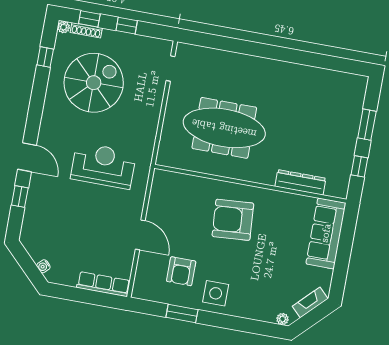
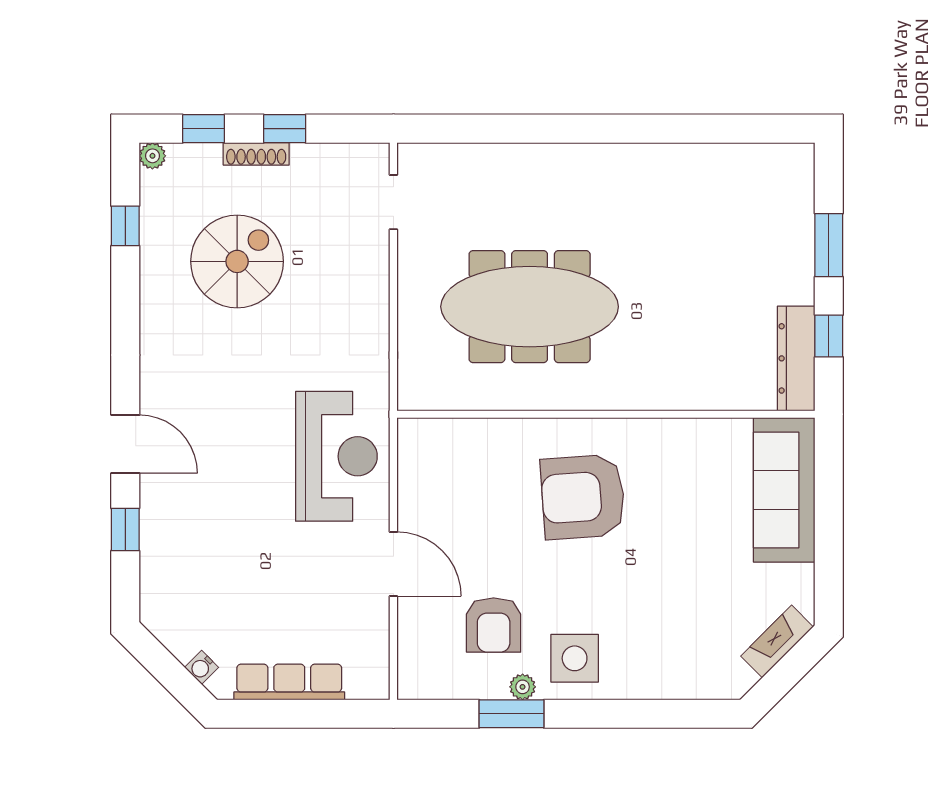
shoe rack: (86, 30) -> (256, 154), moved
spiral stairs: (94, 83) -> (237, 261), width x0.73, depth x0.73
reception desk: (103, 166) -> (336, 456), moved, turned 90
dresser: (300, 182) -> (796, 358), moved, turned -90
row of seats: (103, 284) -> (289, 682), moved
plant: (283, 319) -> (523, 687), moved

